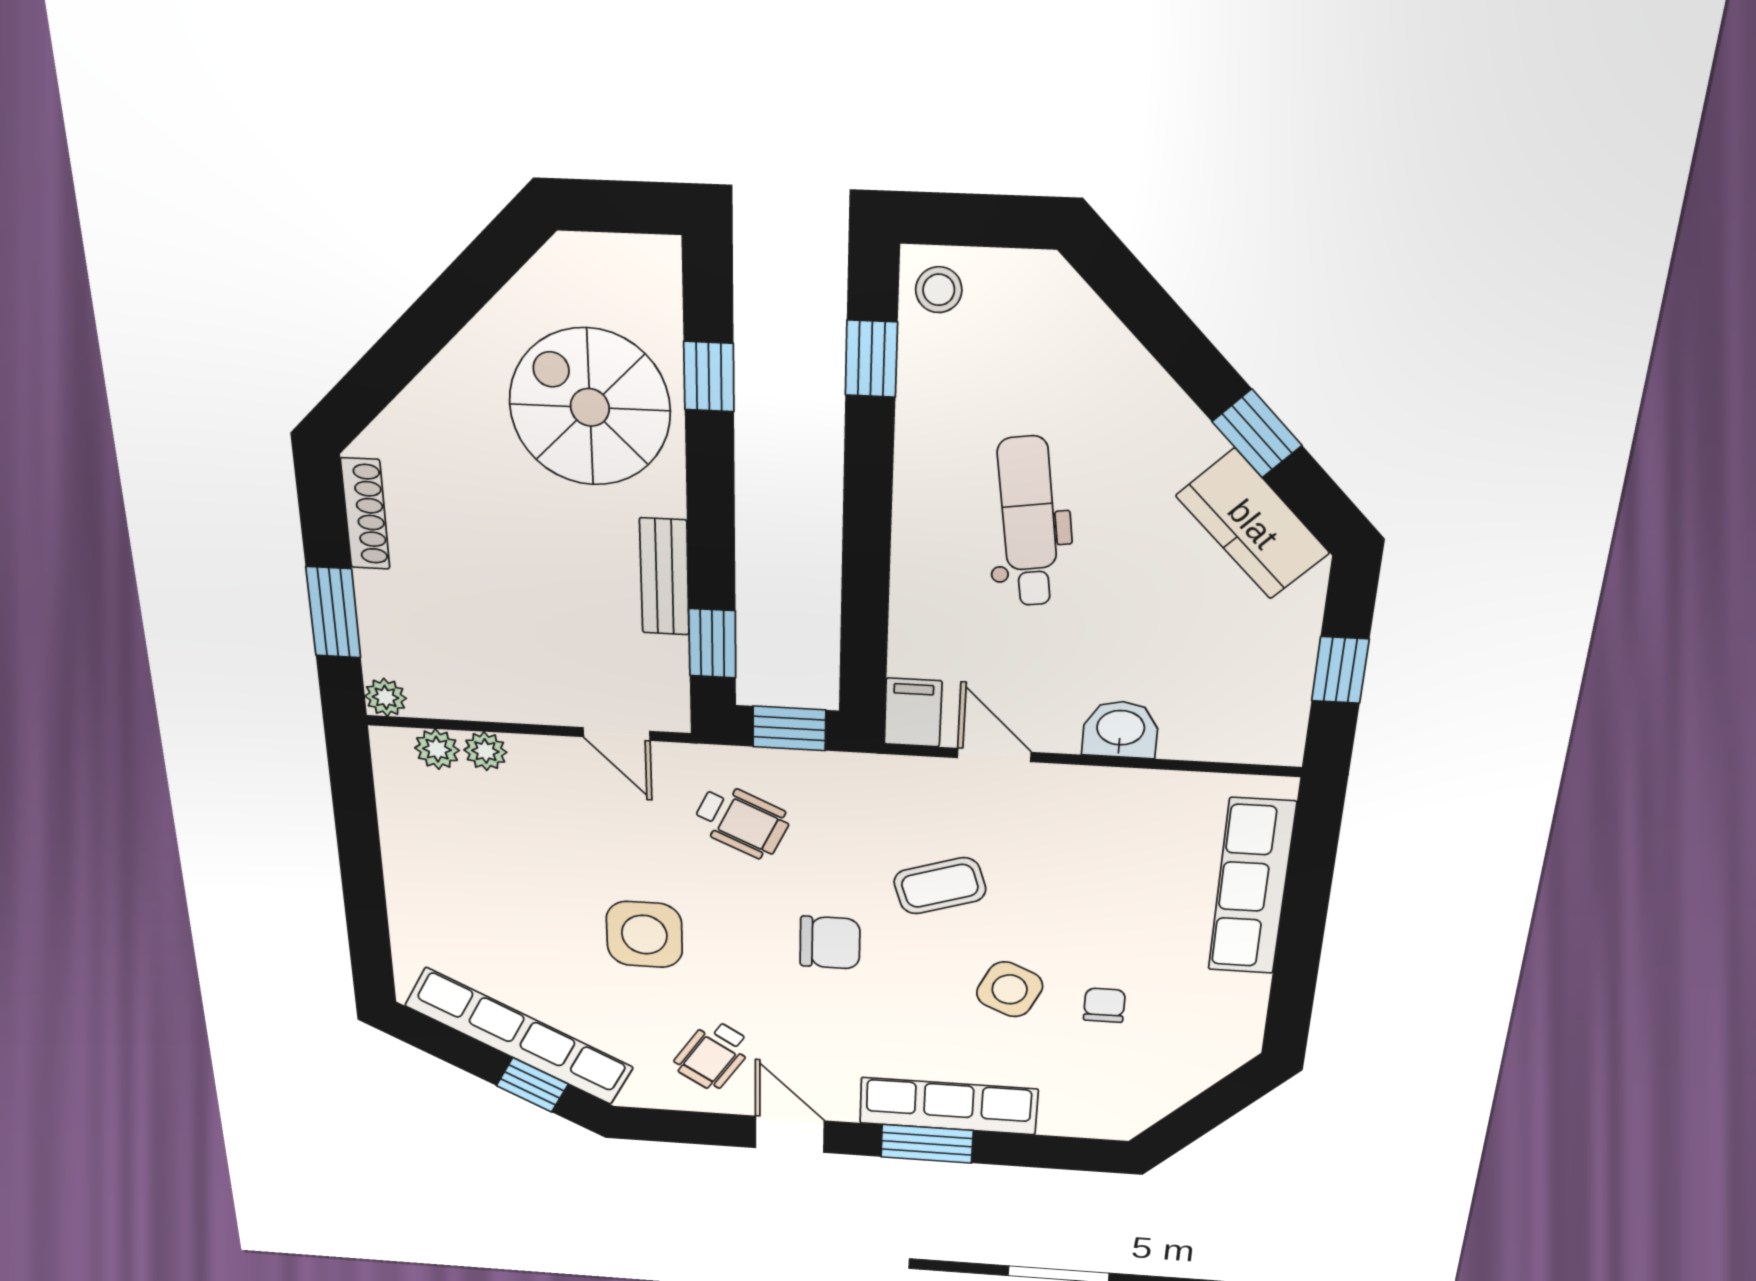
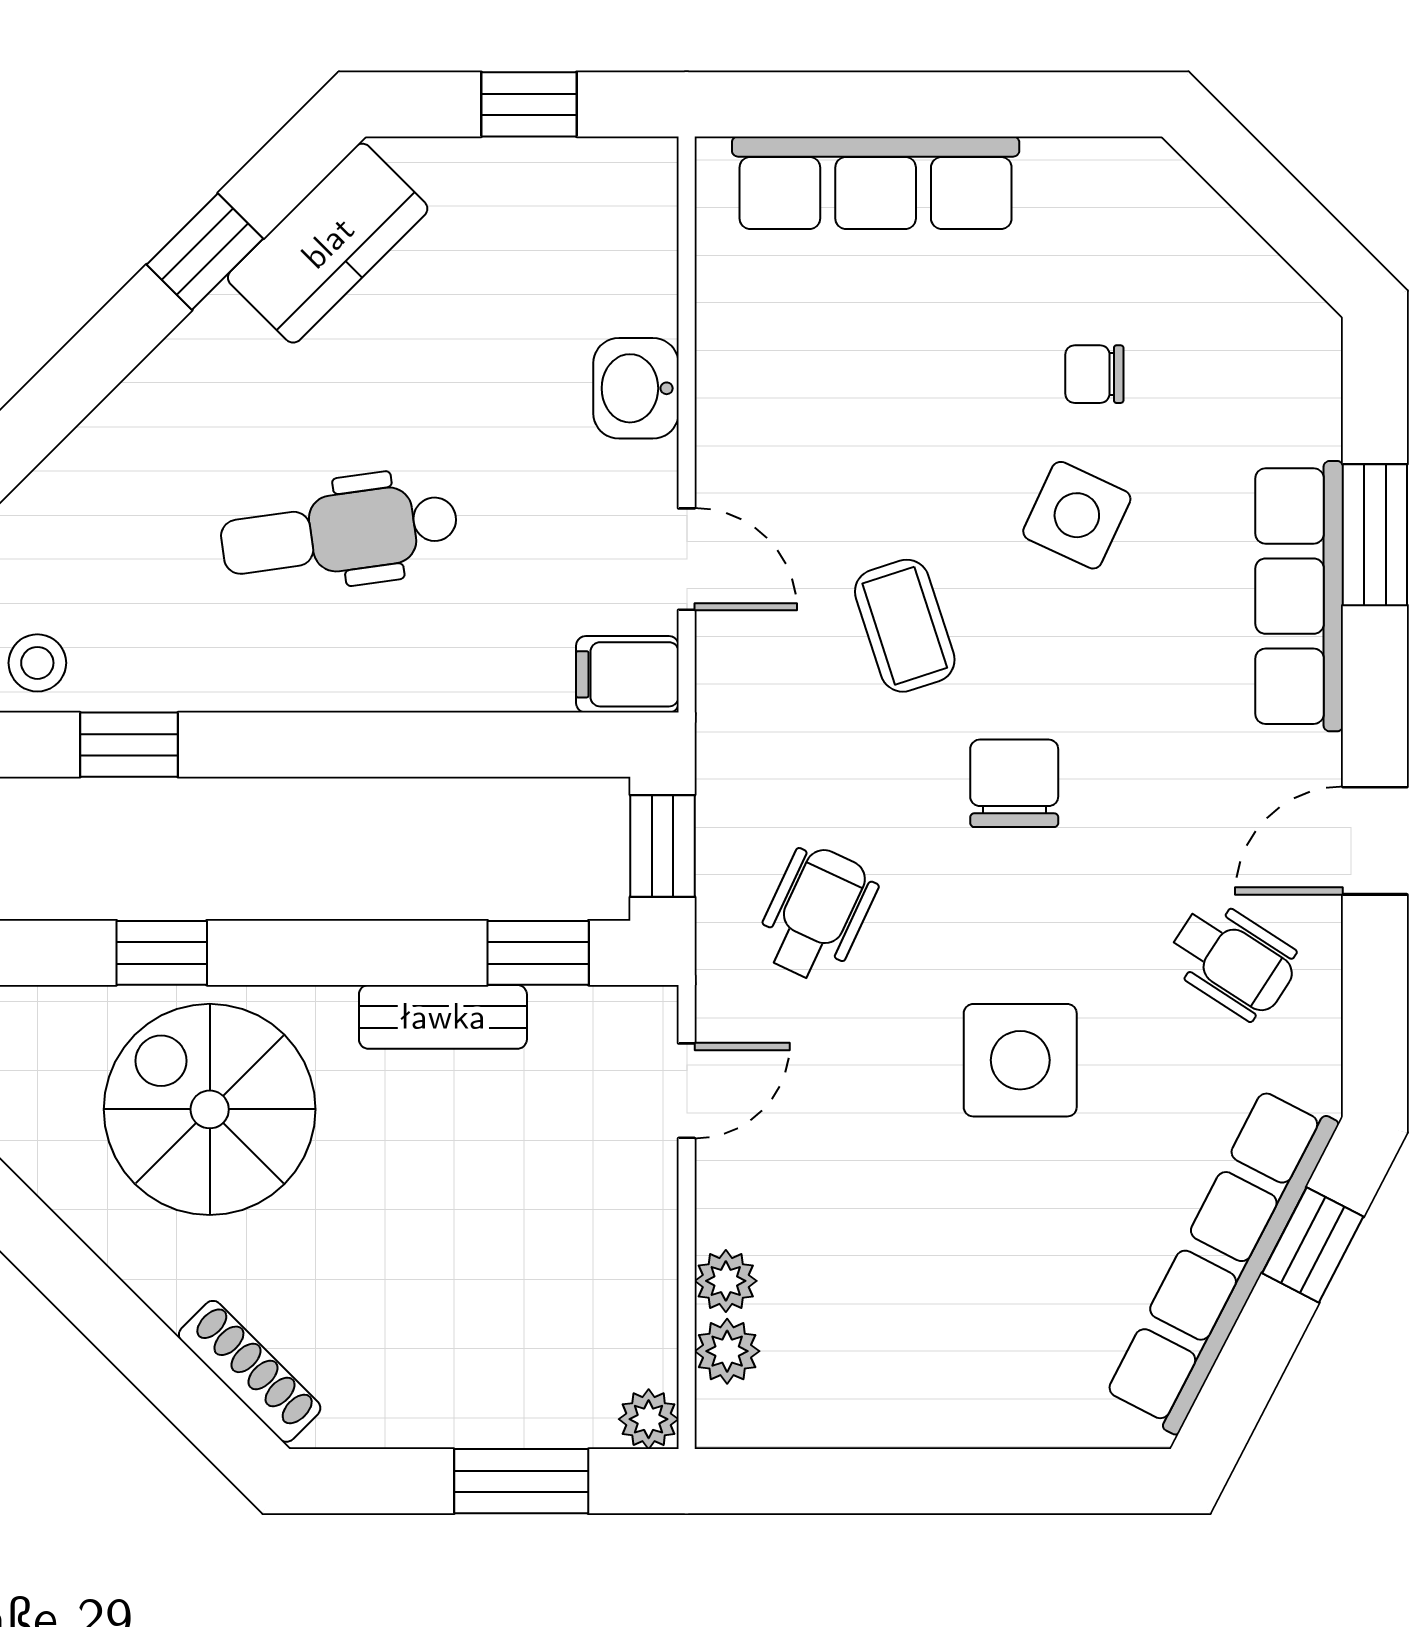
spiral stairs: (590, 407) -> (210, 1109), turned 90
shoe rack: (365, 514) -> (250, 1371), moved, turned 45
door: (994, 755) -> (687, 559), swing flipped
window: (927, 1144) -> (1375, 535), moved

